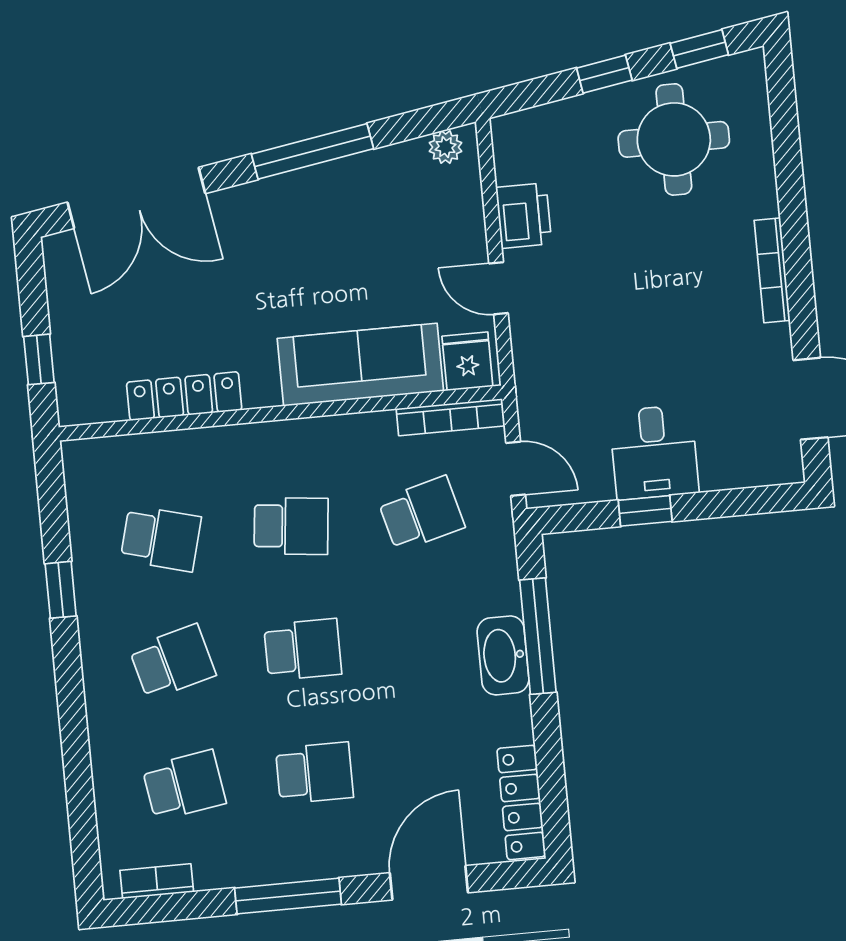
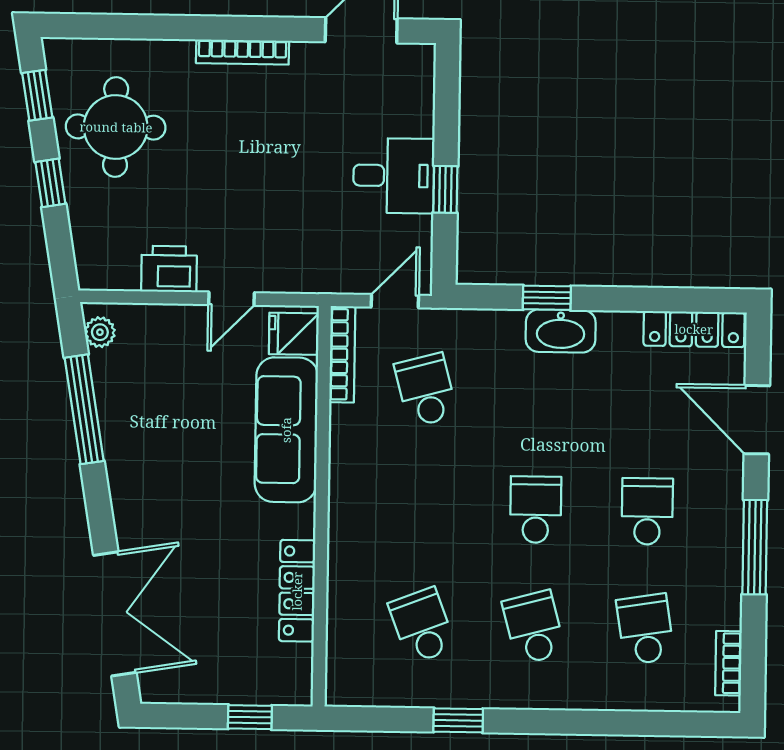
window: (312, 151) -> (84, 409), moved
school desk: (291, 526) -> (424, 508), removed
school desk: (161, 538) -> (422, 626), turned -36
window: (538, 636) -> (547, 298), width x0.46

